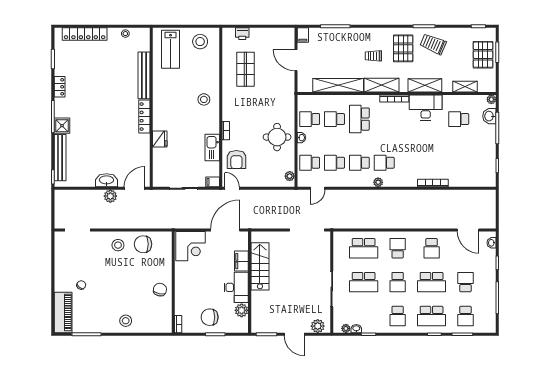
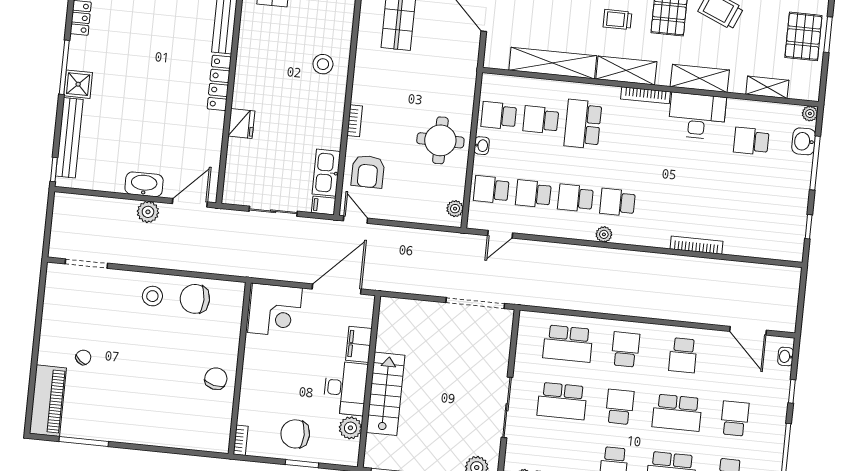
kitchen sink: (212, 148) -> (326, 173), moved
stairs: (260, 266) -> (385, 394), moved
school desk: (398, 282) -> (620, 407), turned 180
stool: (126, 321) -> (152, 425), removed

